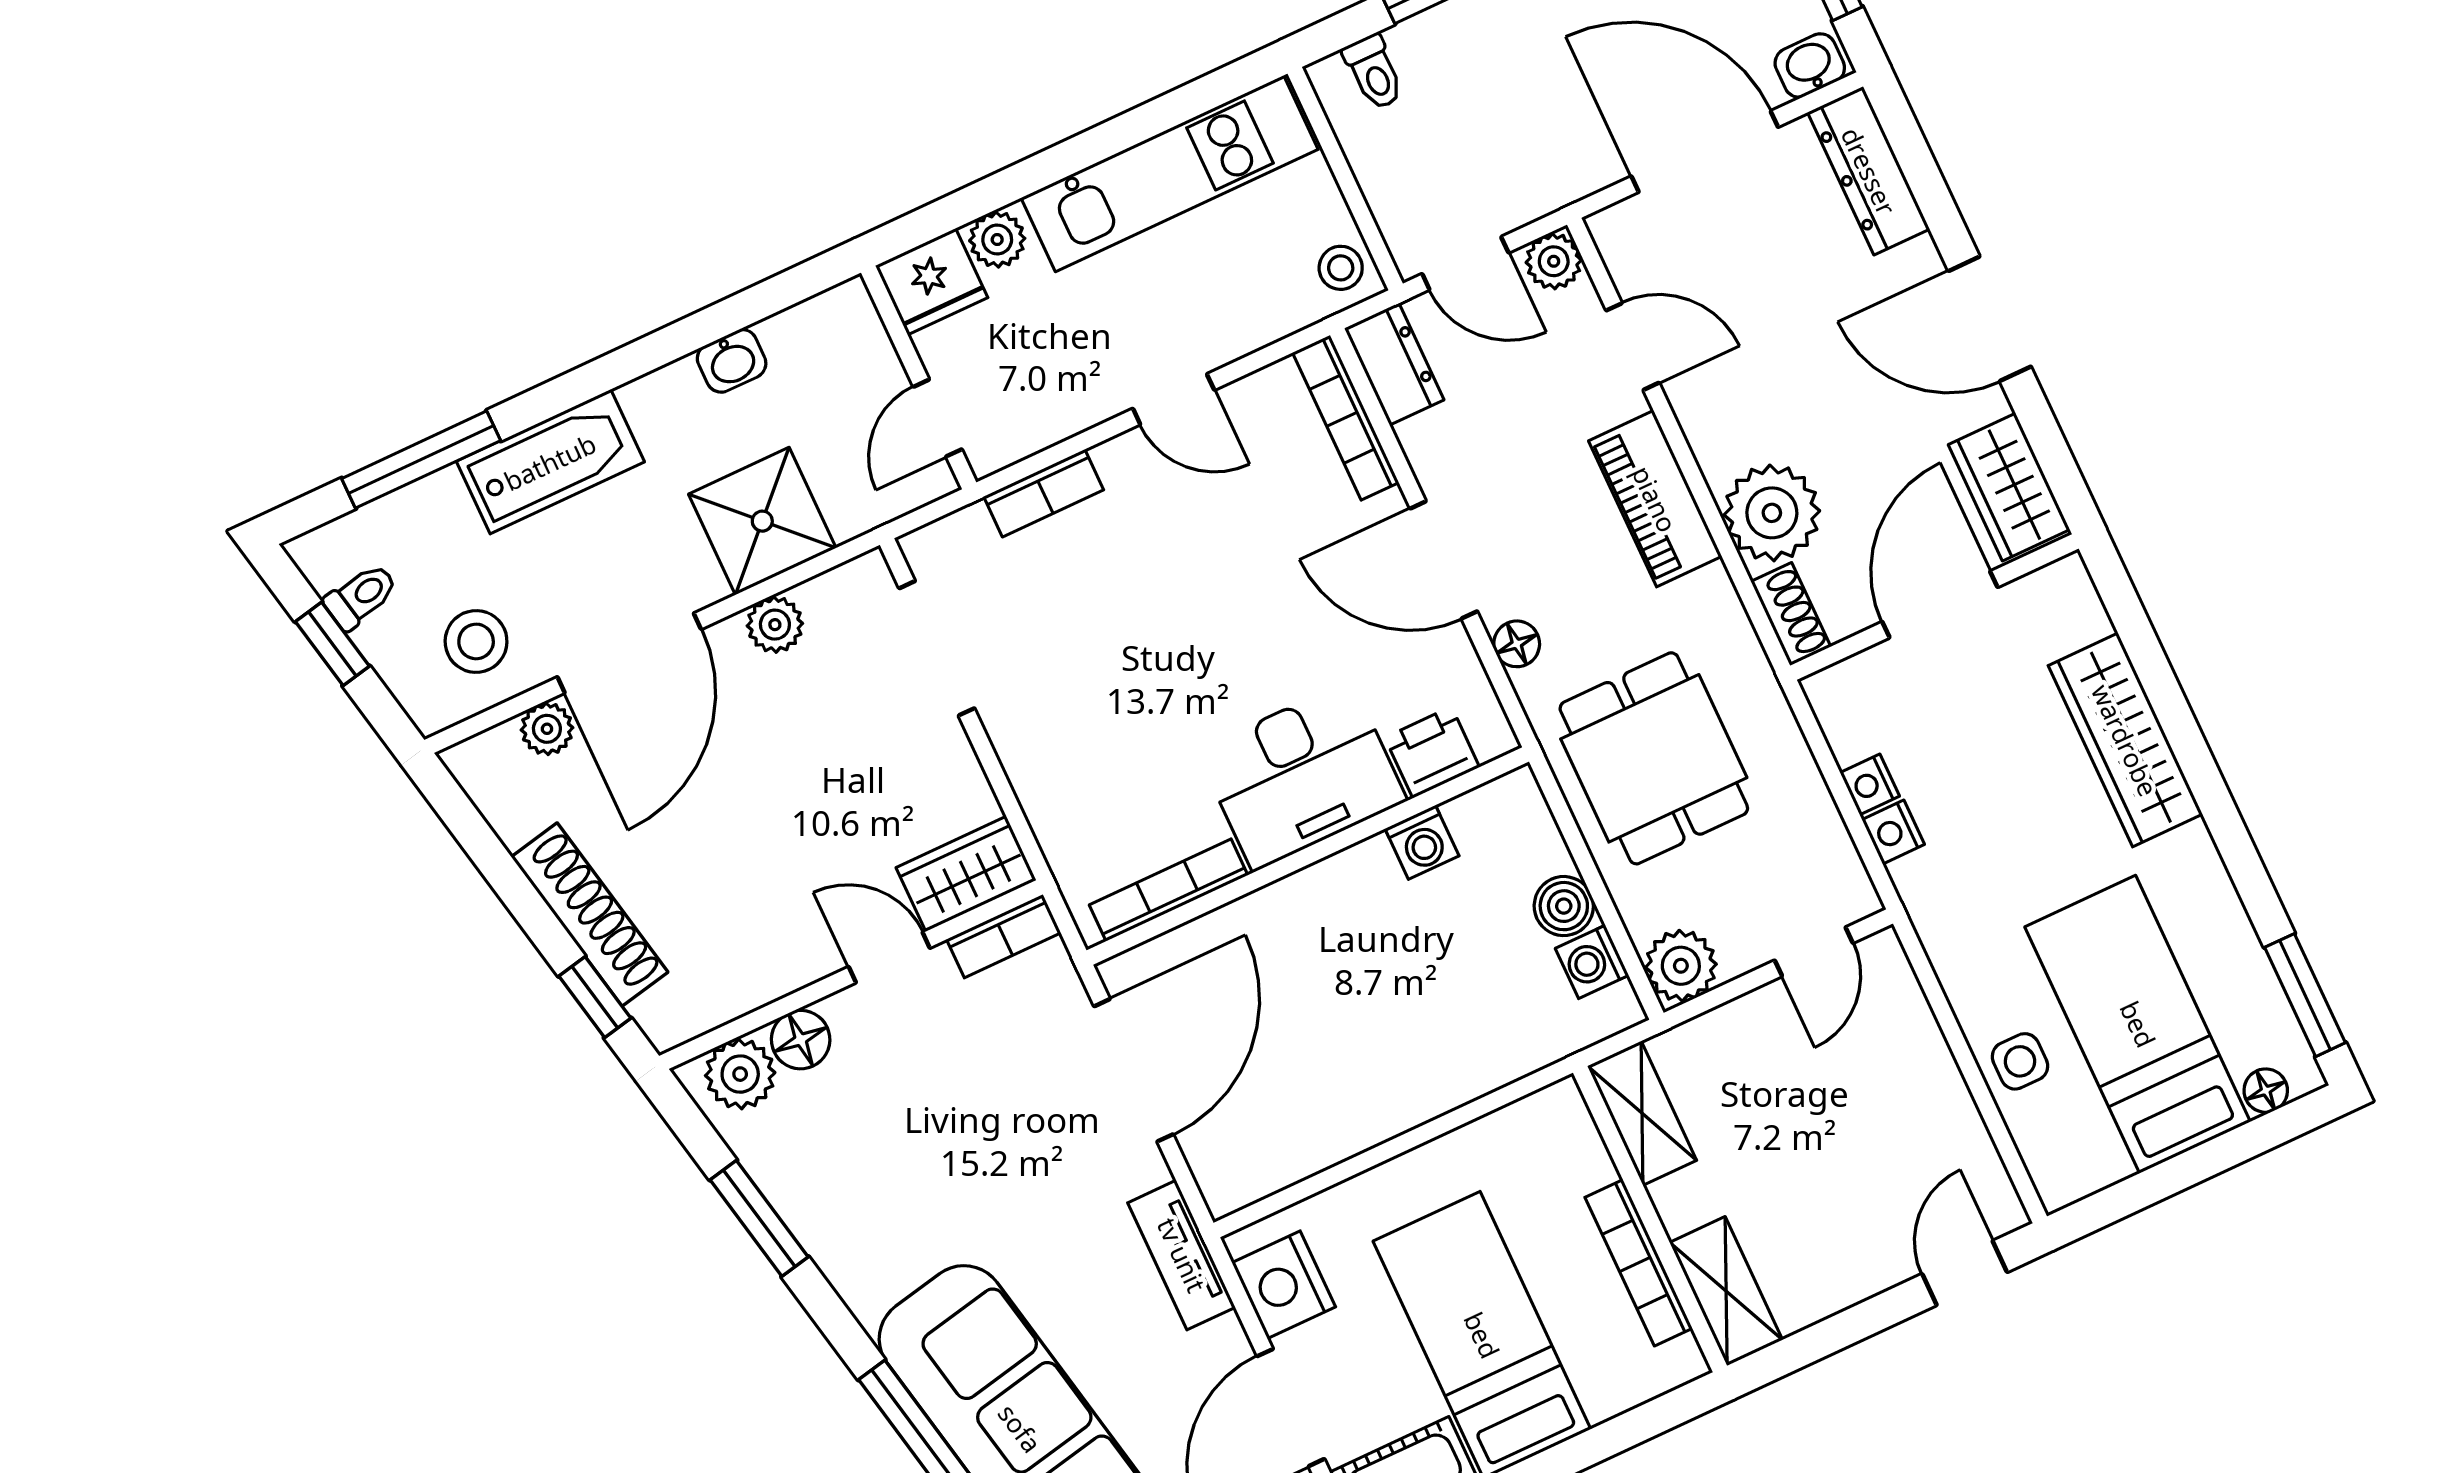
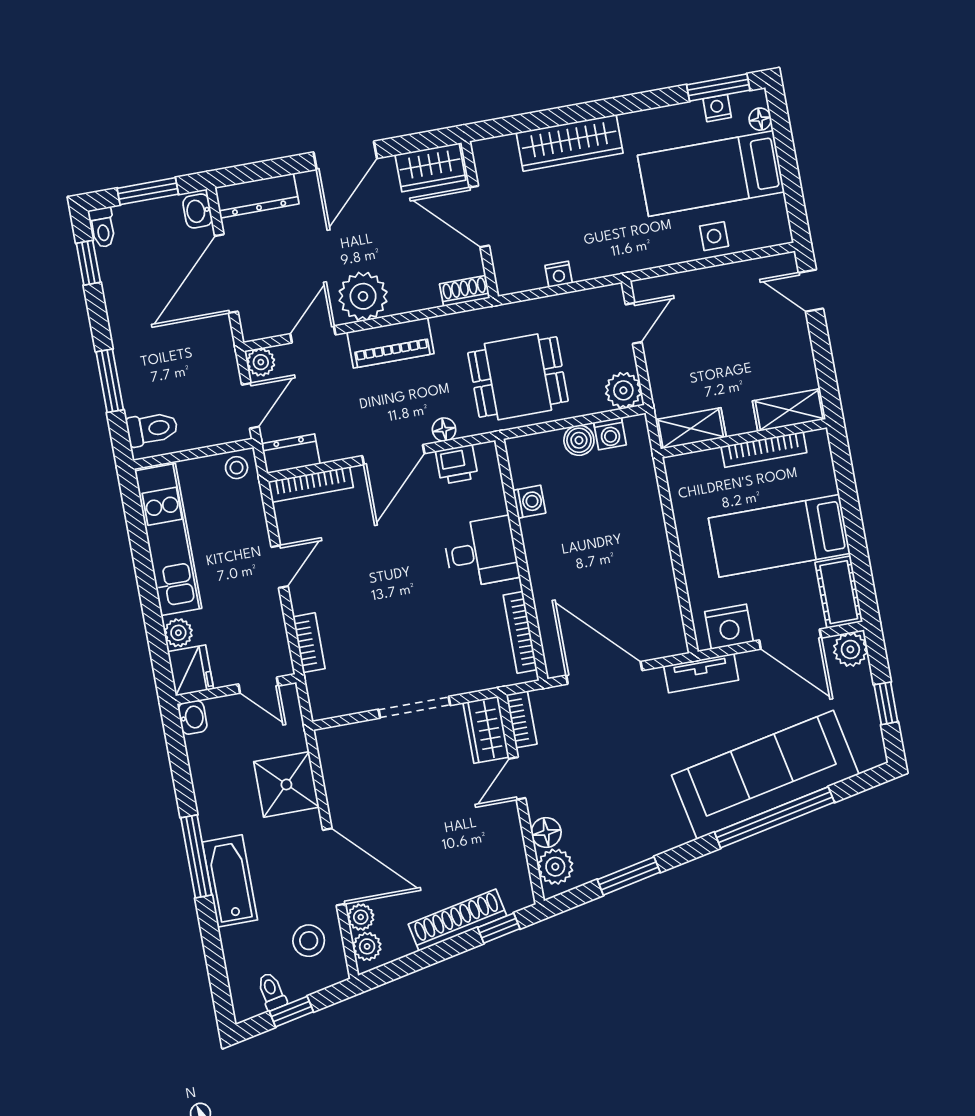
toilet: (1374, 72) -> (152, 429), width x1.37, depth x1.39
washbasin: (732, 361) -> (193, 717), moved
window: (421, 460) -> (196, 856), moved
plant: (1772, 513) -> (363, 296), moved
plant: (775, 625) -> (367, 946), moved
doorway: (937, 648) -> (414, 707), moved
printer: (1432, 752) -> (457, 464), moved, turned -90
desk: (1302, 776) -> (481, 552), width x0.73
nightstand: (1893, 832) -> (717, 108), moved, turned 180
door: (1814, 952) -> (634, 323), hinge flipped

